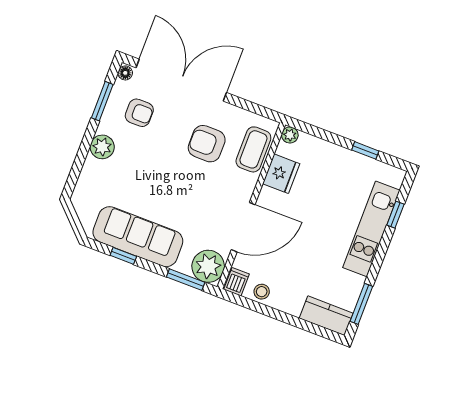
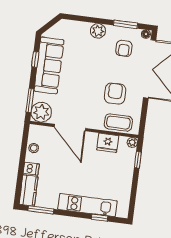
window: (365, 150) -> (138, 160), moved
dishwasher: (236, 282) -> (31, 169), moved

